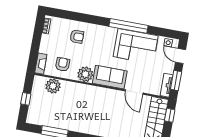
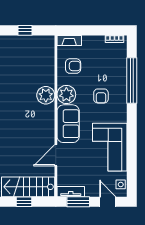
window: (128, 26) -> (132, 80), moved
armchair: (77, 37) -> (101, 96), moved
door: (180, 56) -> (108, 202), hinge flipped
plant: (53, 86) -> (46, 95), moved
window: (170, 115) -> (24, 202), moved

